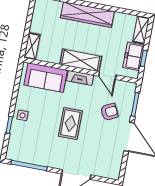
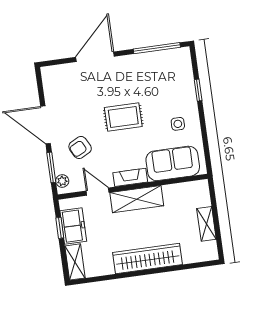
shelving: (32, 46) -> (206, 224), moved
plant: (130, 92) -> (62, 181), added
side table: (22, 115) -> (178, 124), moved
rug: (70, 124) -> (123, 117), turned 90

